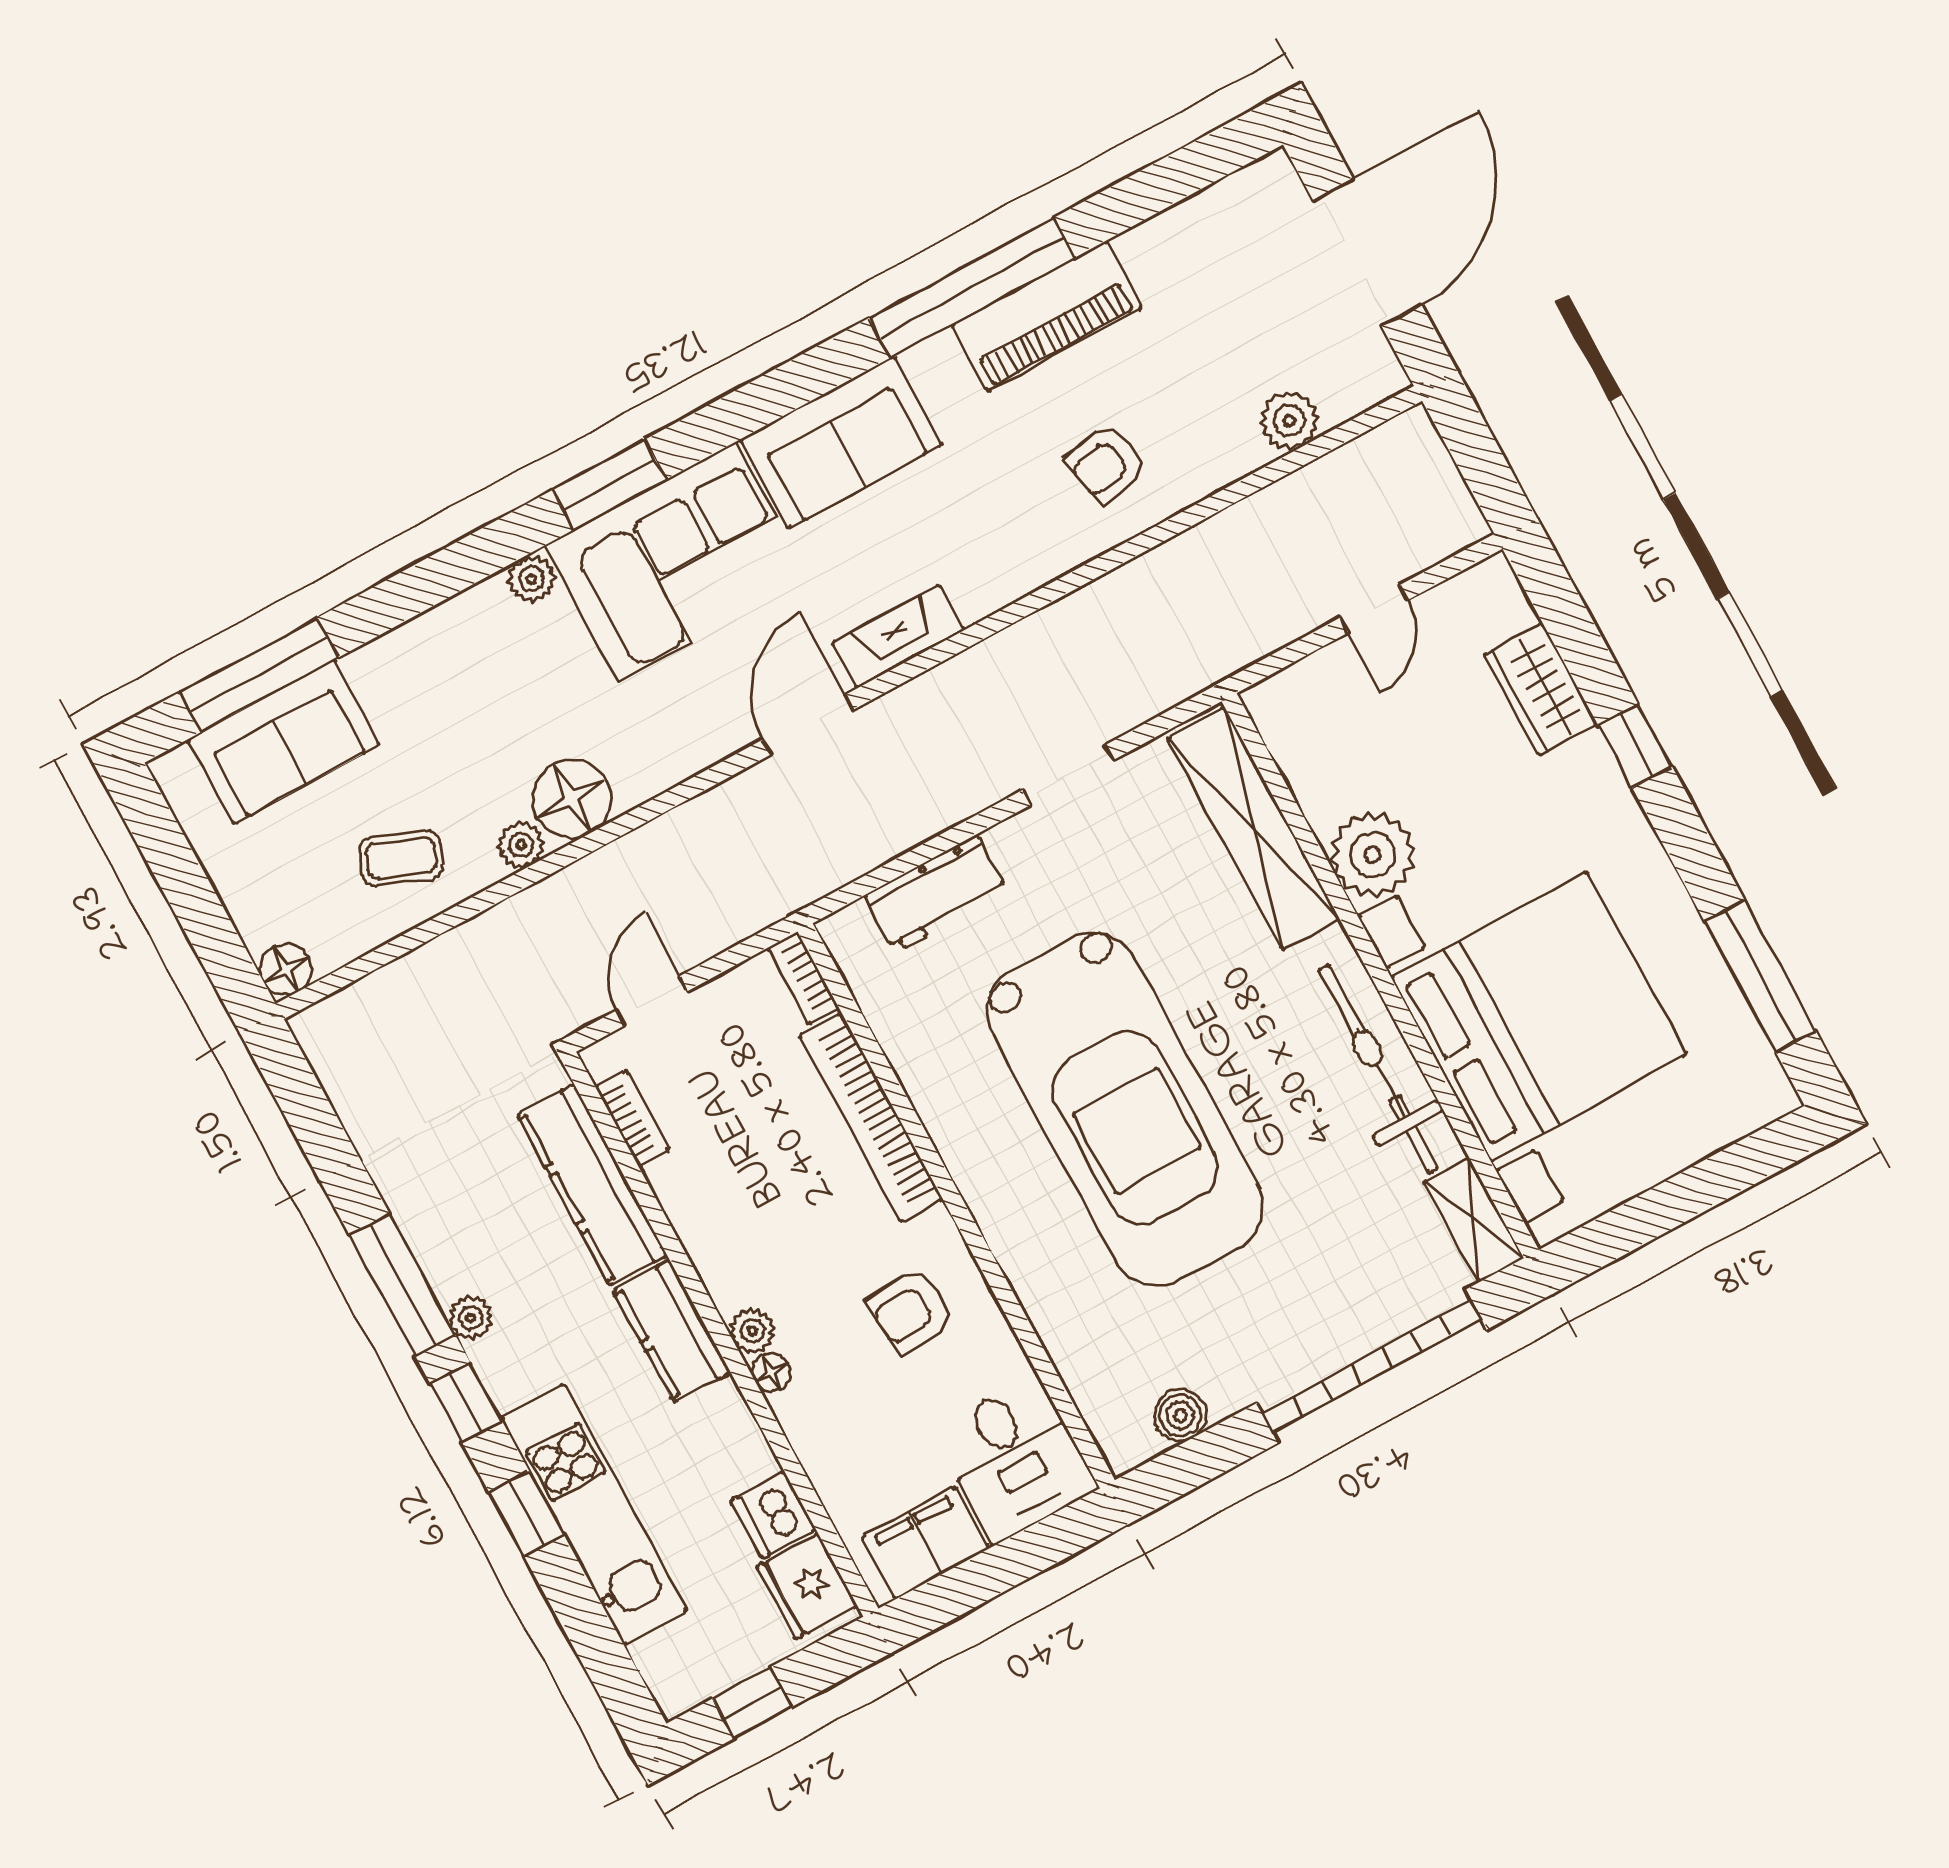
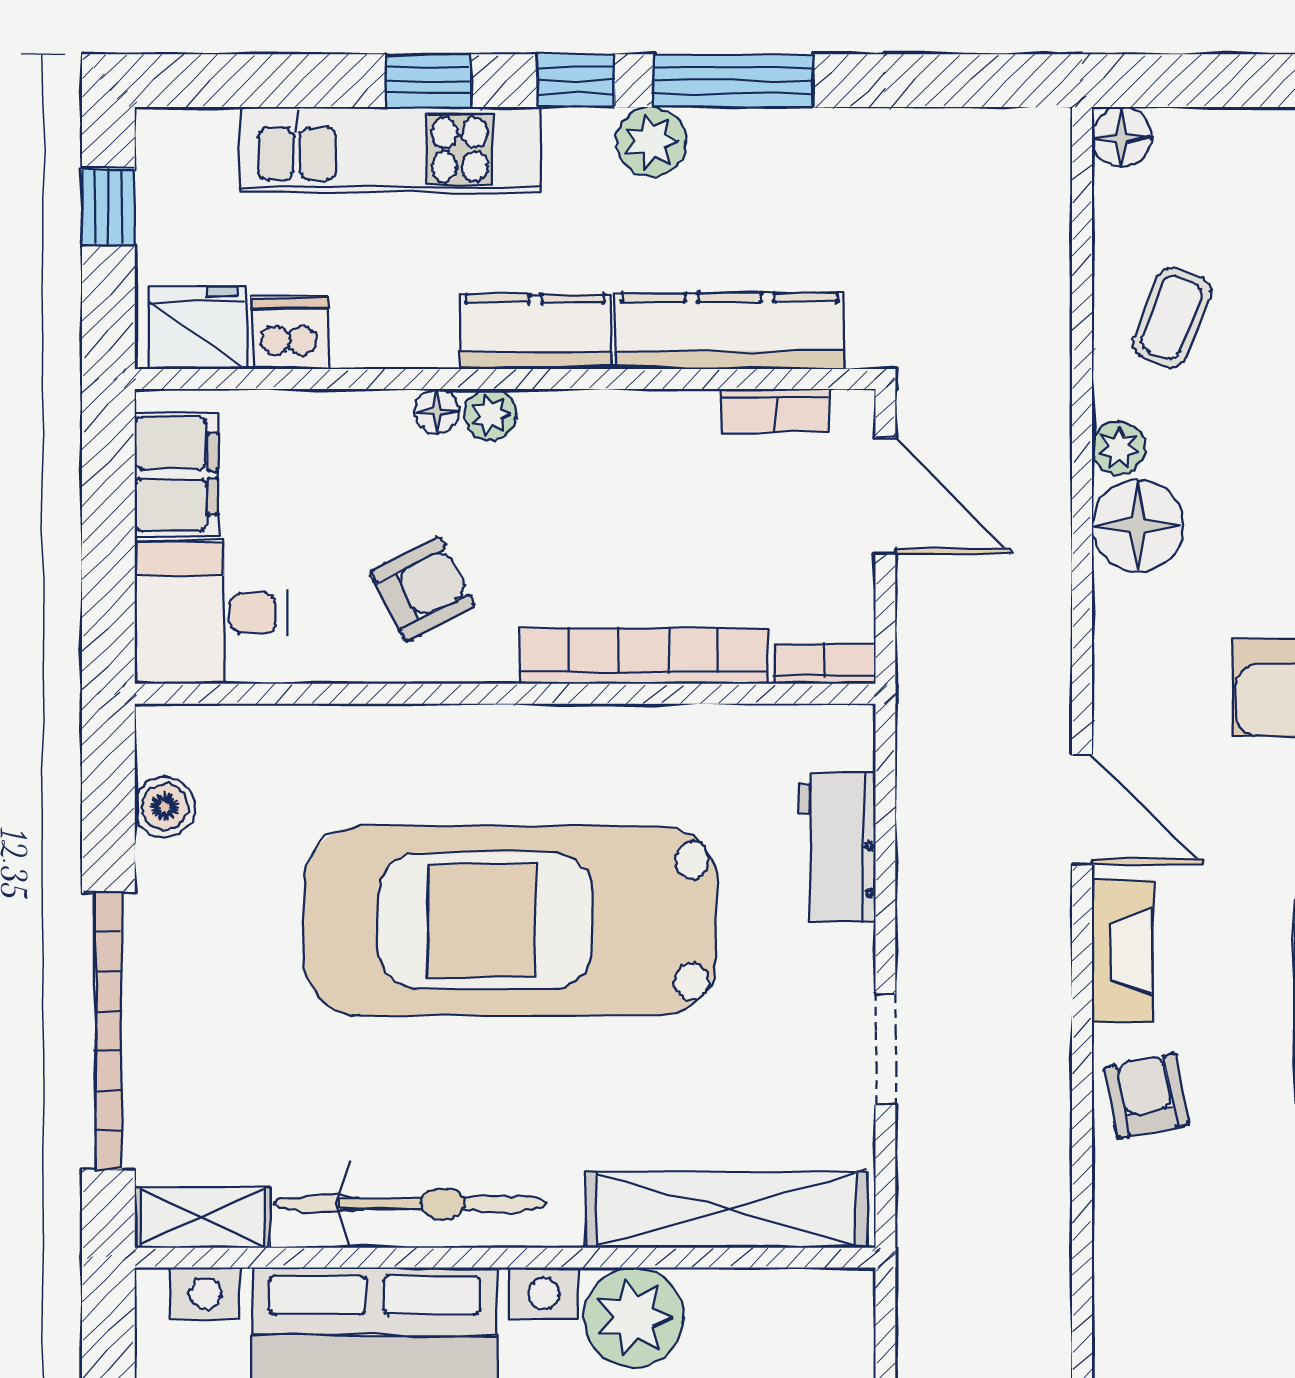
armchair: (1107, 463) -> (1147, 1096), moved
door: (652, 1001) -> (885, 496), width x1.38
armchair: (911, 1311) -> (423, 589), turned 68
plant: (471, 1318) -> (651, 142), width x1.38, depth x1.38

